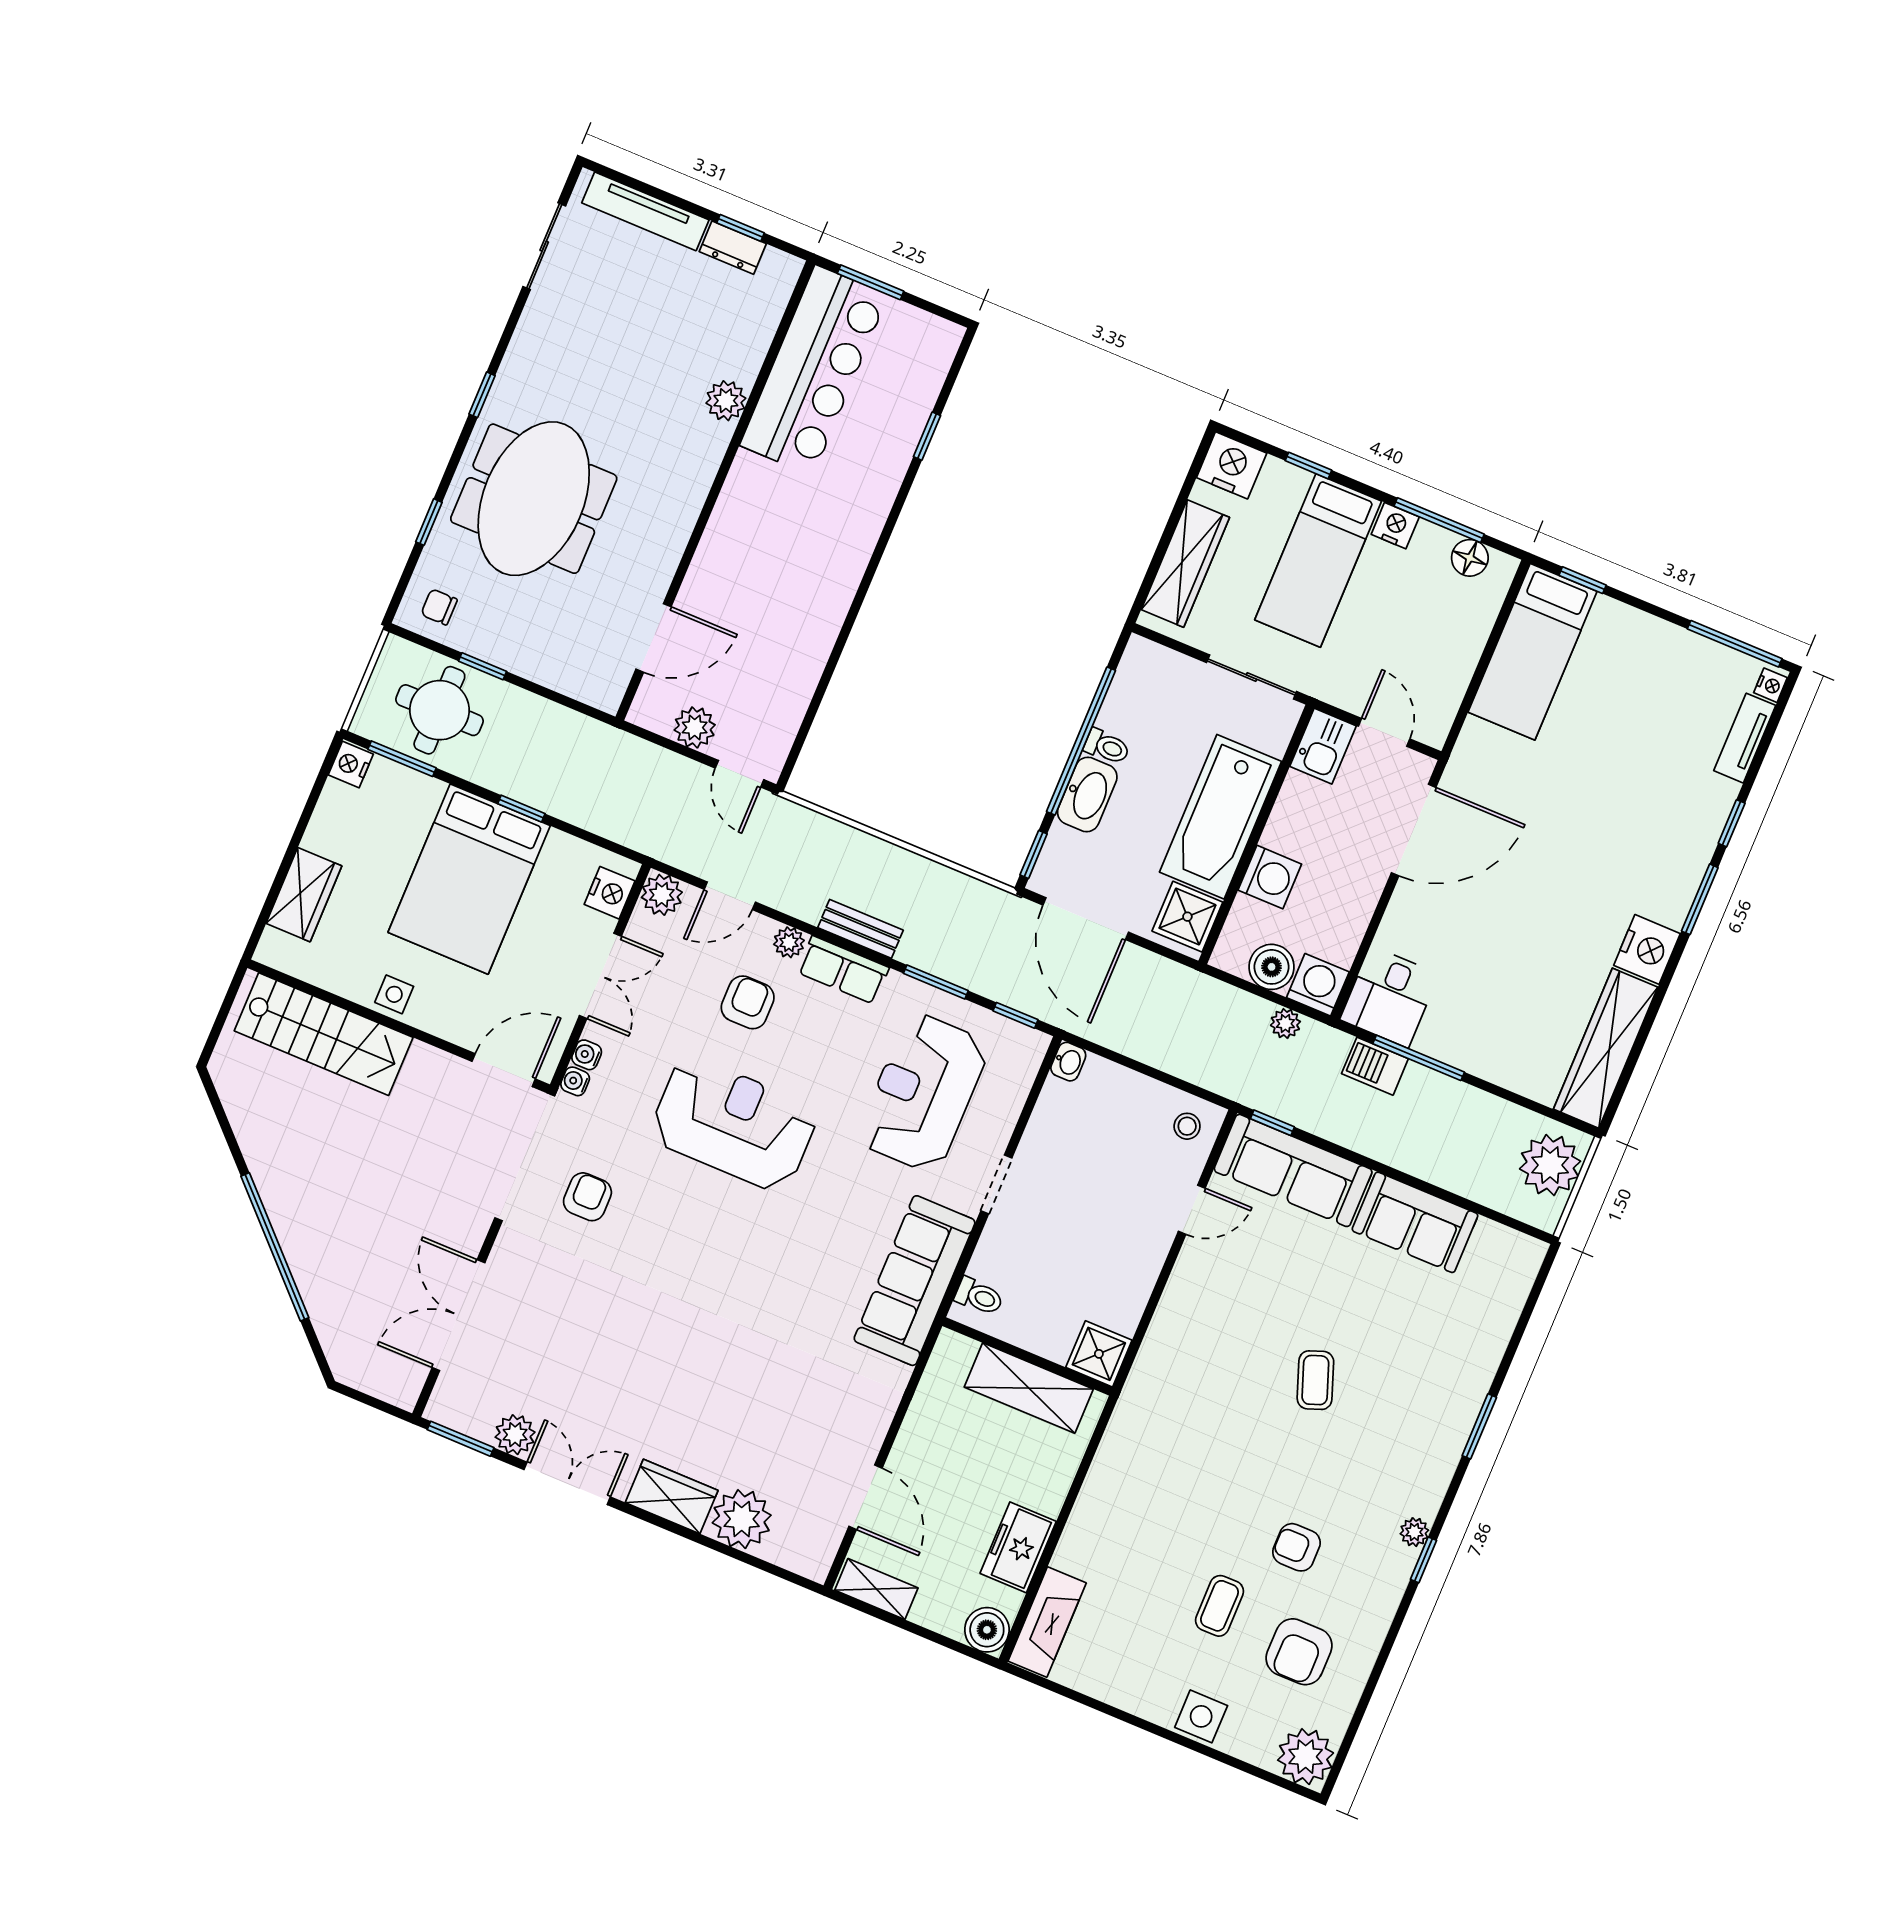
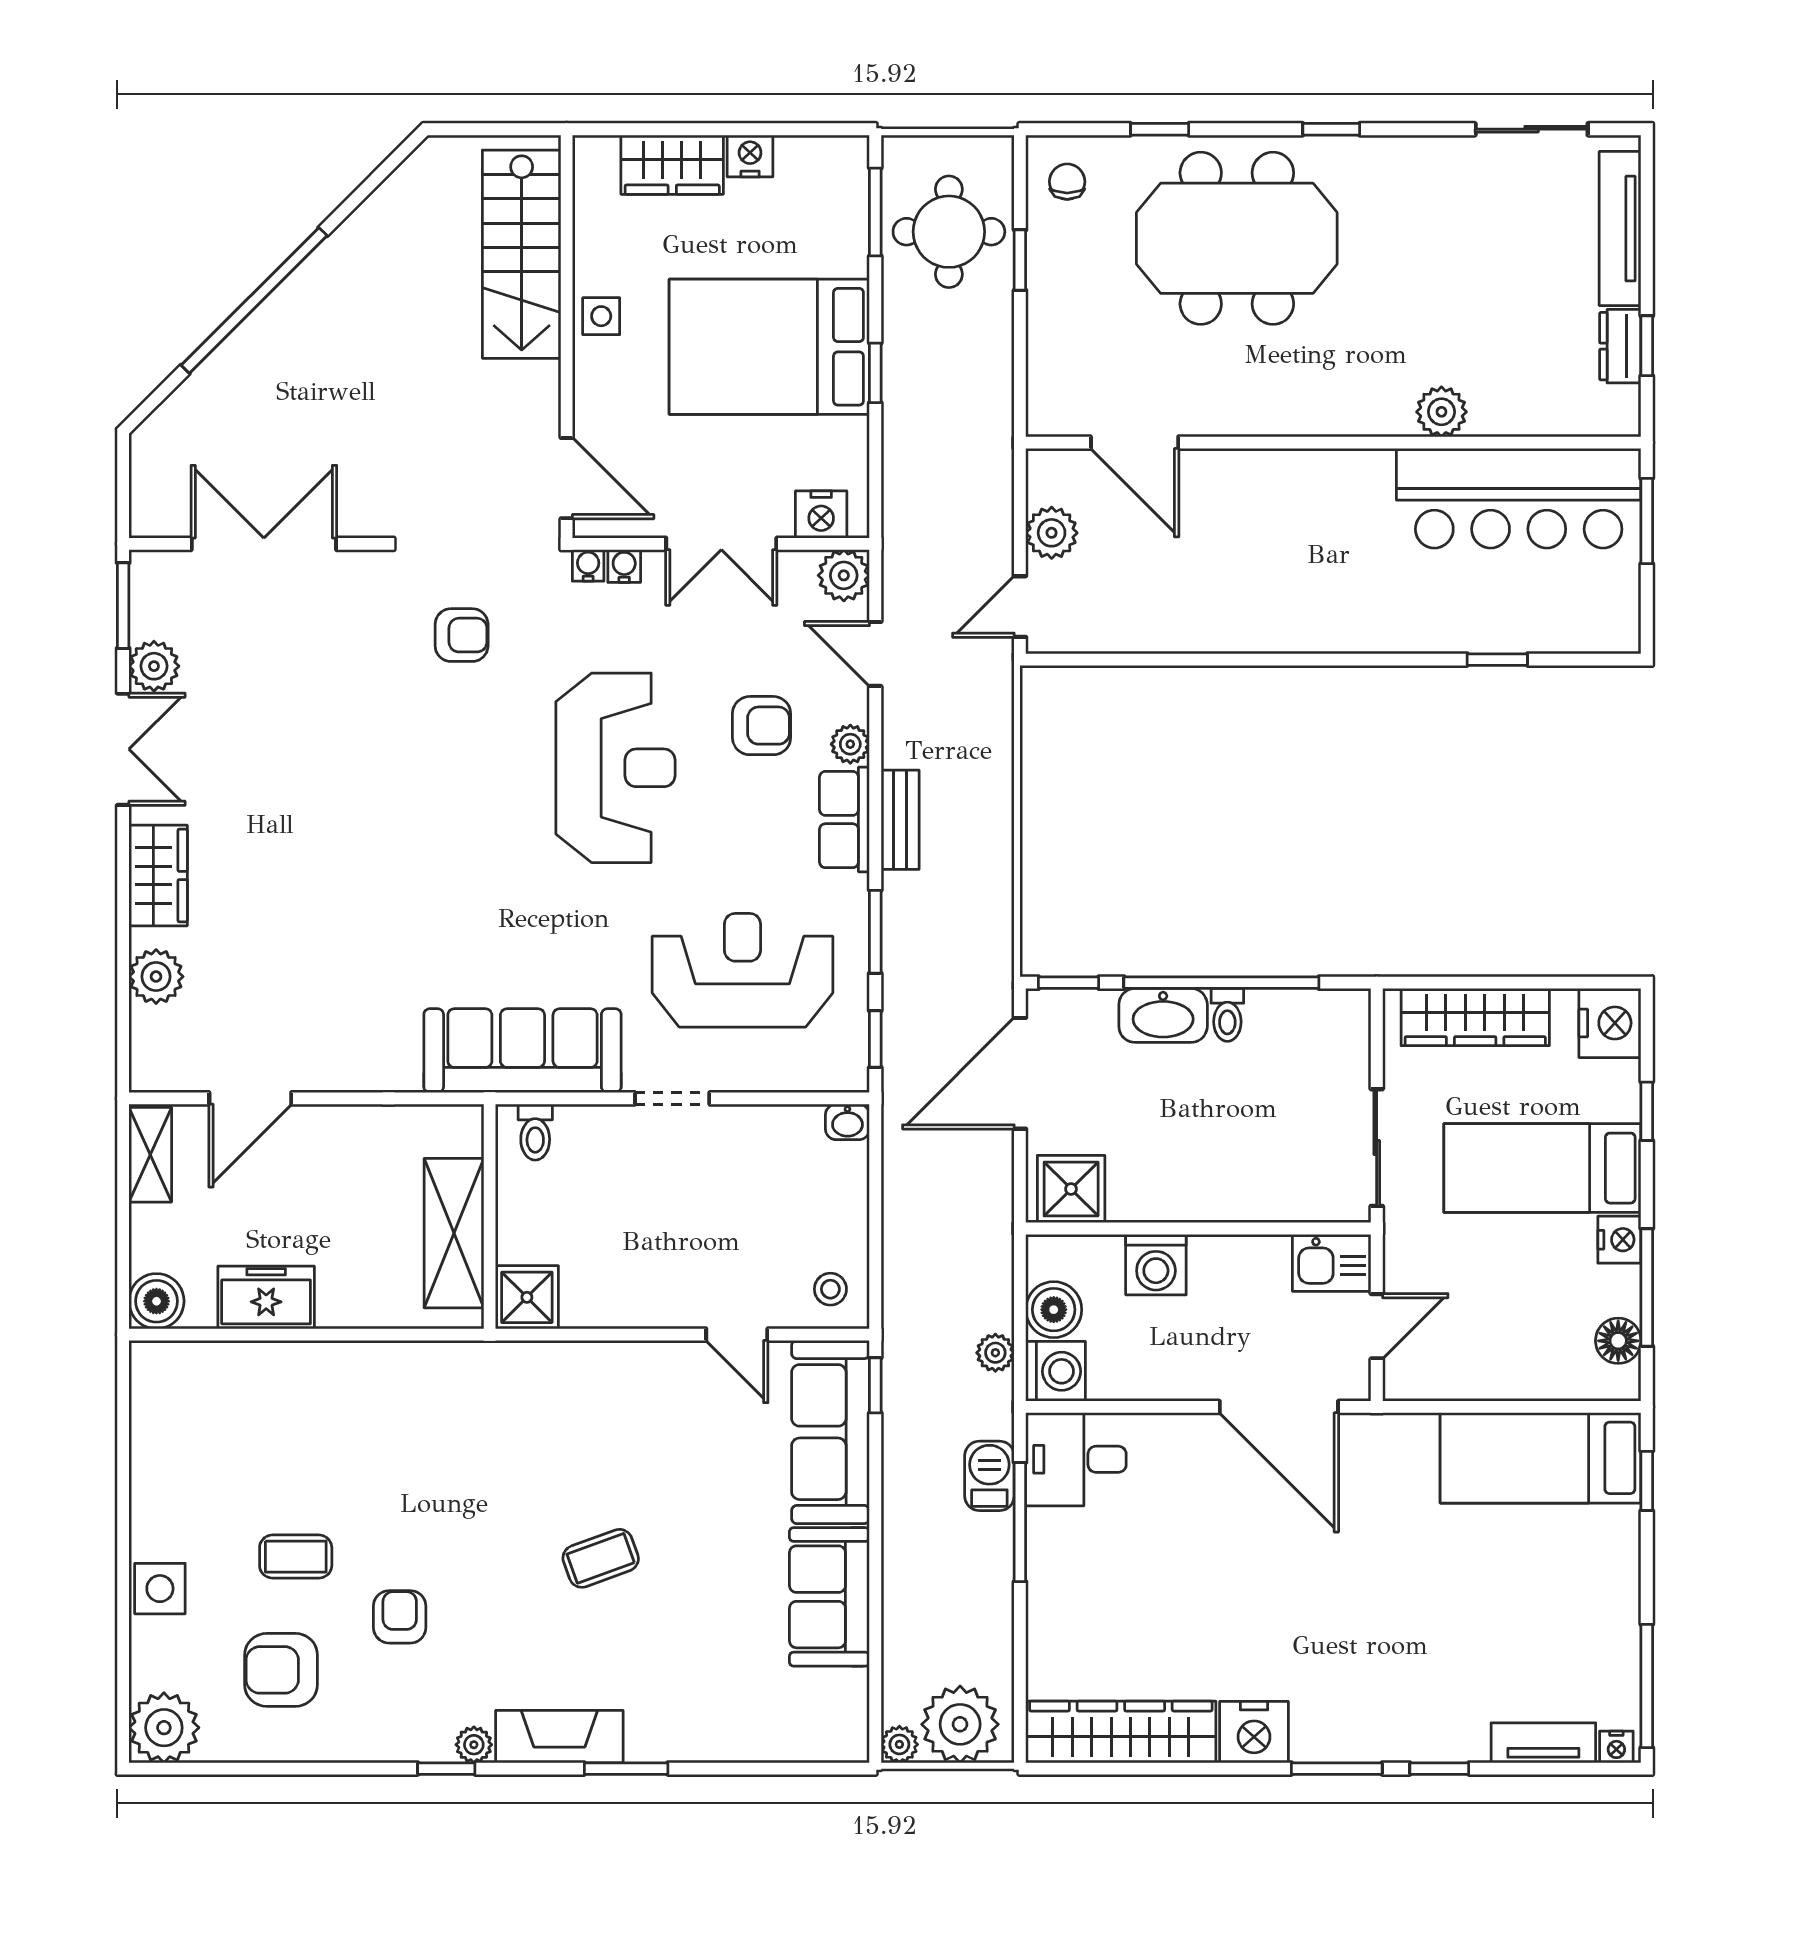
nightstand: (351, 764) -> (750, 156), moved
bathtub: (1221, 817) -> (1201, 1179), removed
plant: (1546, 1216) -> (899, 1744), added
plant: (742, 1519) -> (156, 977), width x0.73, depth x0.73
fireplace: (1047, 1622) -> (559, 1737), moved, turned 180

